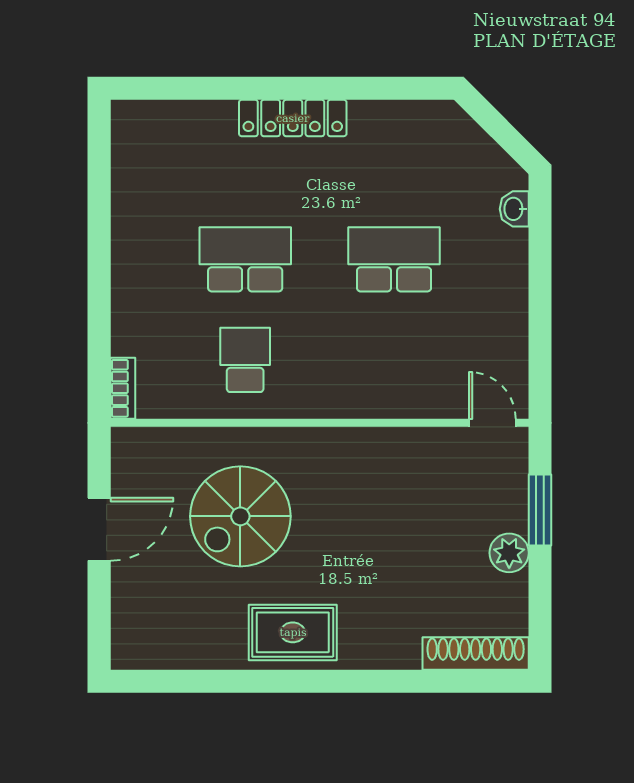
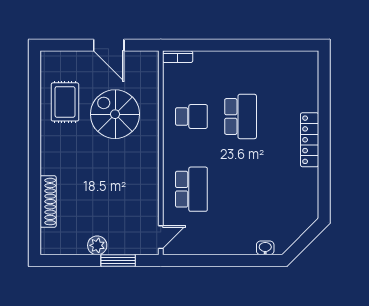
school desk: (394, 259) -> (191, 189), moved
rug: (293, 632) -> (65, 102), moved
shoe rack: (476, 653) -> (48, 202), moved

